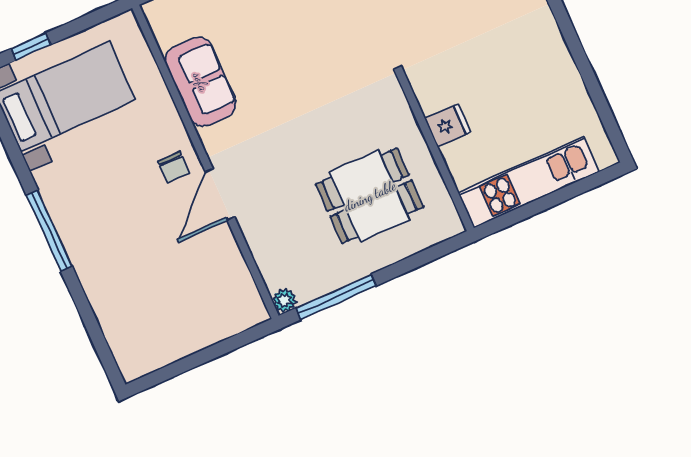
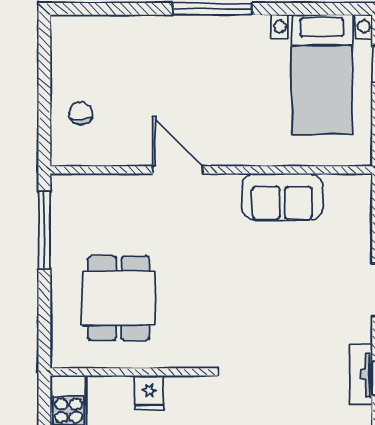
chair: (174, 167) -> (81, 113), moved, turned 90
plant: (285, 300) -> (61, 184), removed

